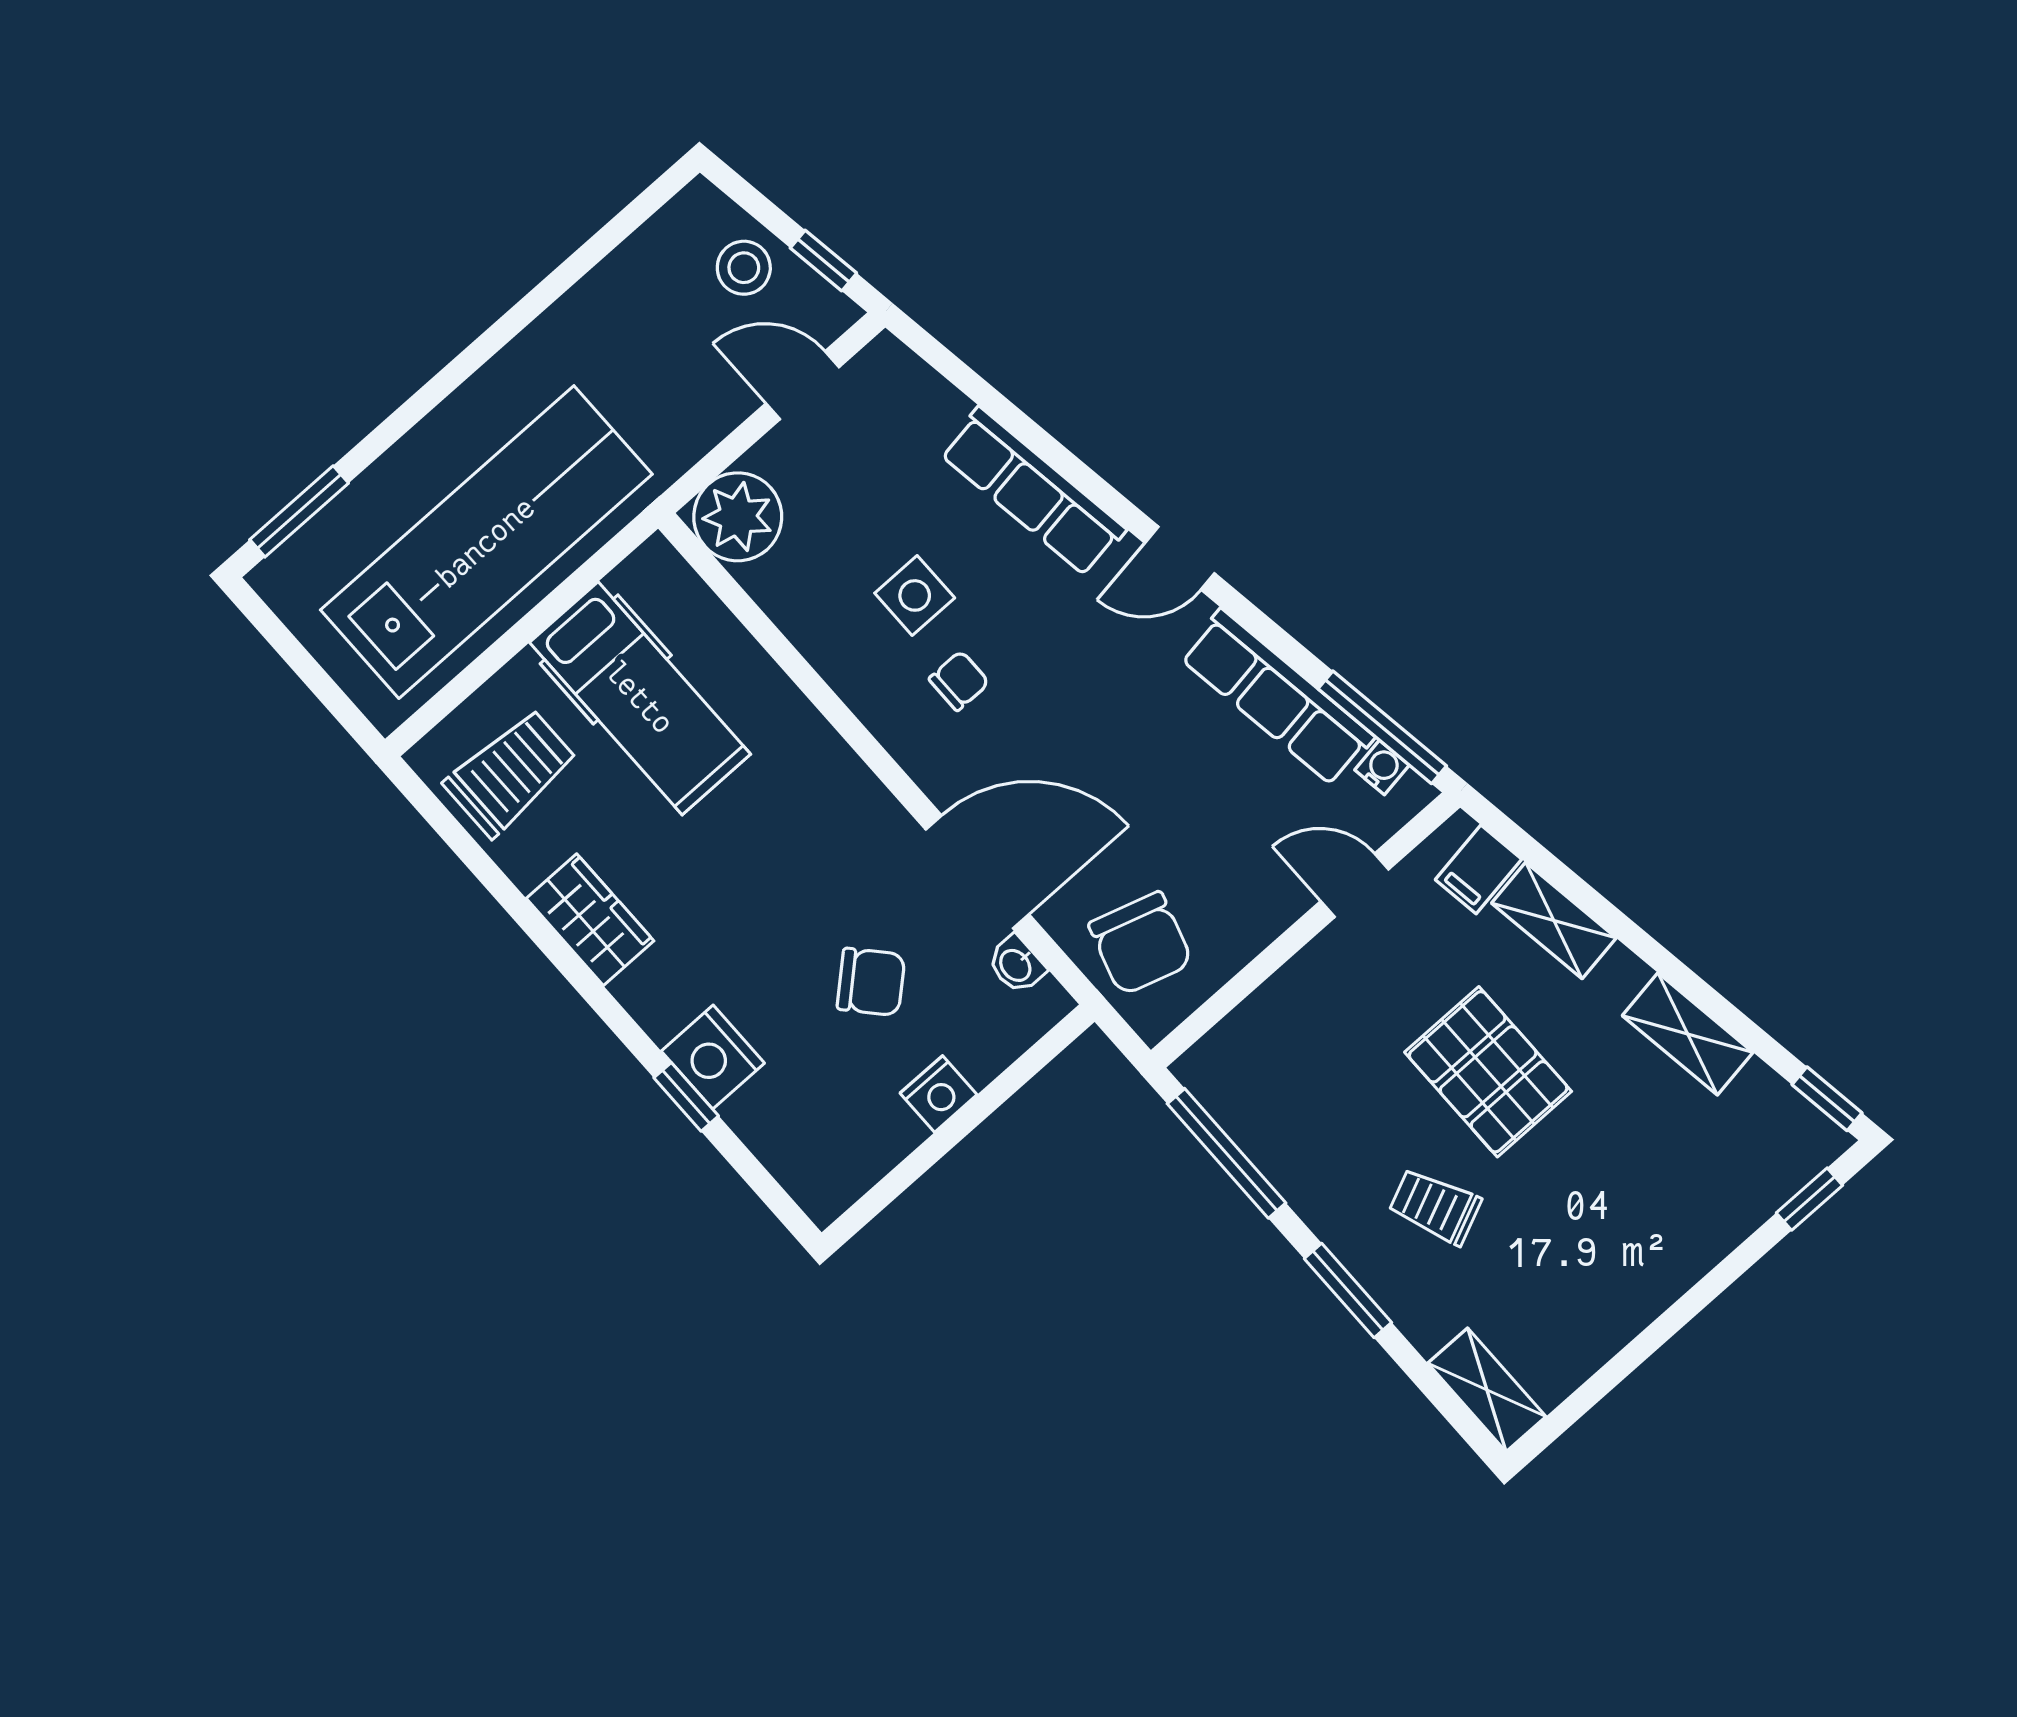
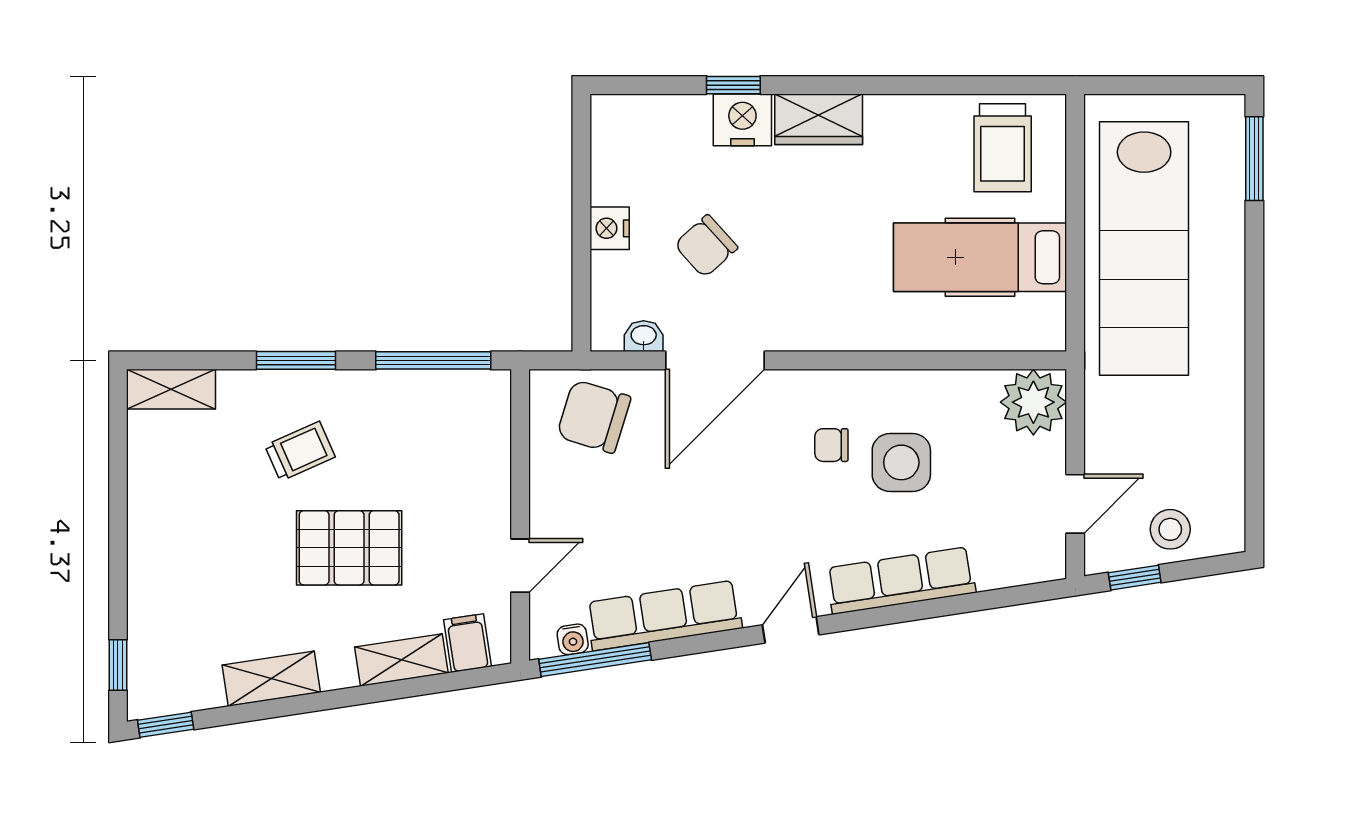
side table: (915, 595) -> (901, 462), width x1.37, depth x1.37
chair: (959, 681) -> (831, 445), turned 90
wardrobe: (590, 920) -> (819, 119), moved

